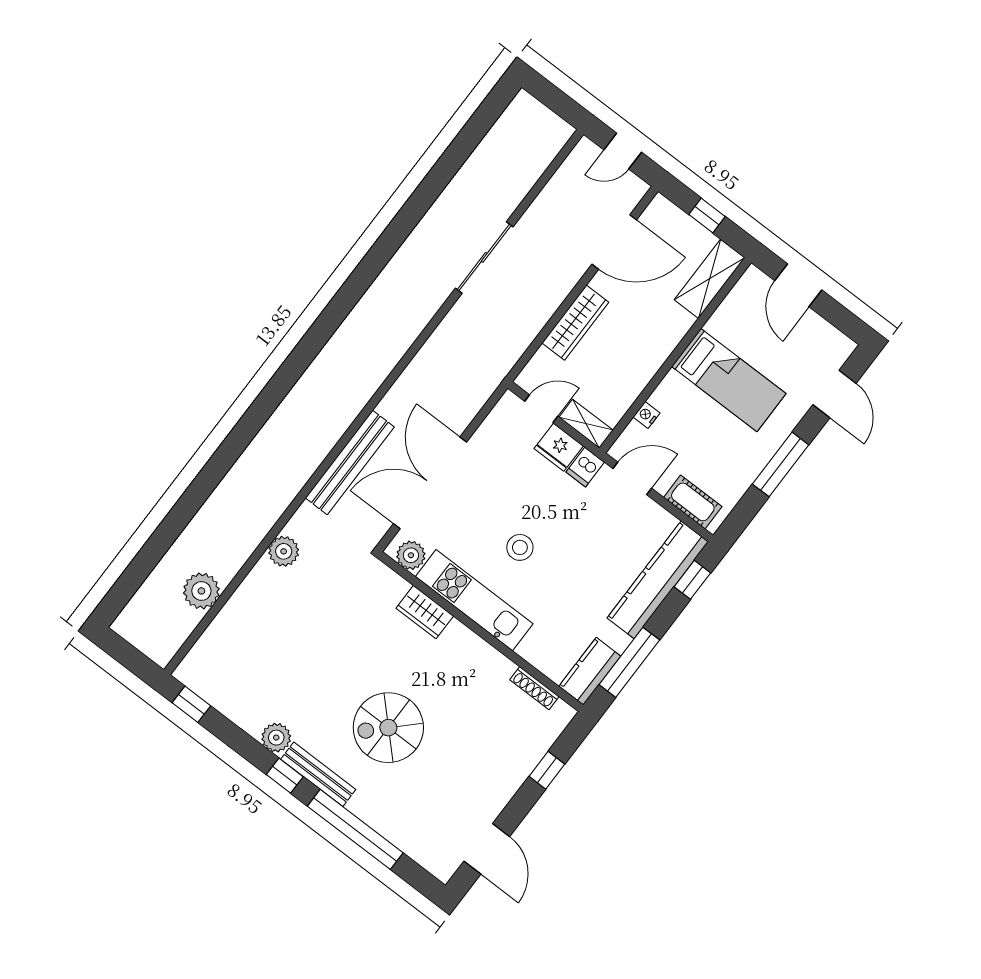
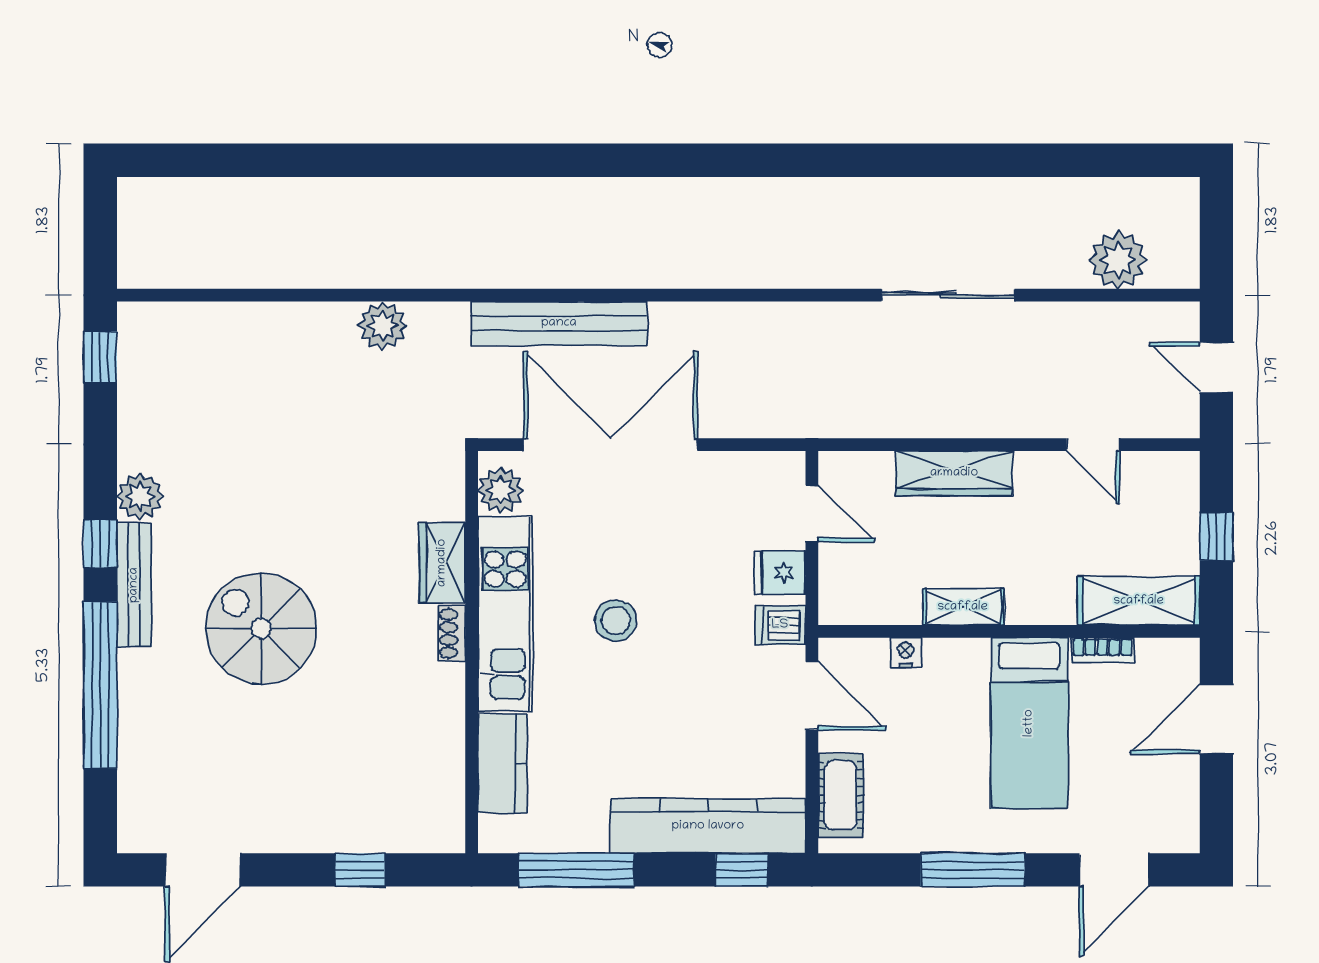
door: (614, 242) -> (1093, 445), width x0.53
bookcase: (720, 316) -> (1103, 650), added
shelving: (586, 424) -> (963, 607), moved, turned 90
fridge: (559, 447) -> (780, 573), width x0.72
plant: (201, 591) -> (1118, 260), moved
kitchen counter: (590, 671) -> (502, 763), moved, turned 90
shoe rack: (534, 688) -> (452, 633), moved, width x0.70

